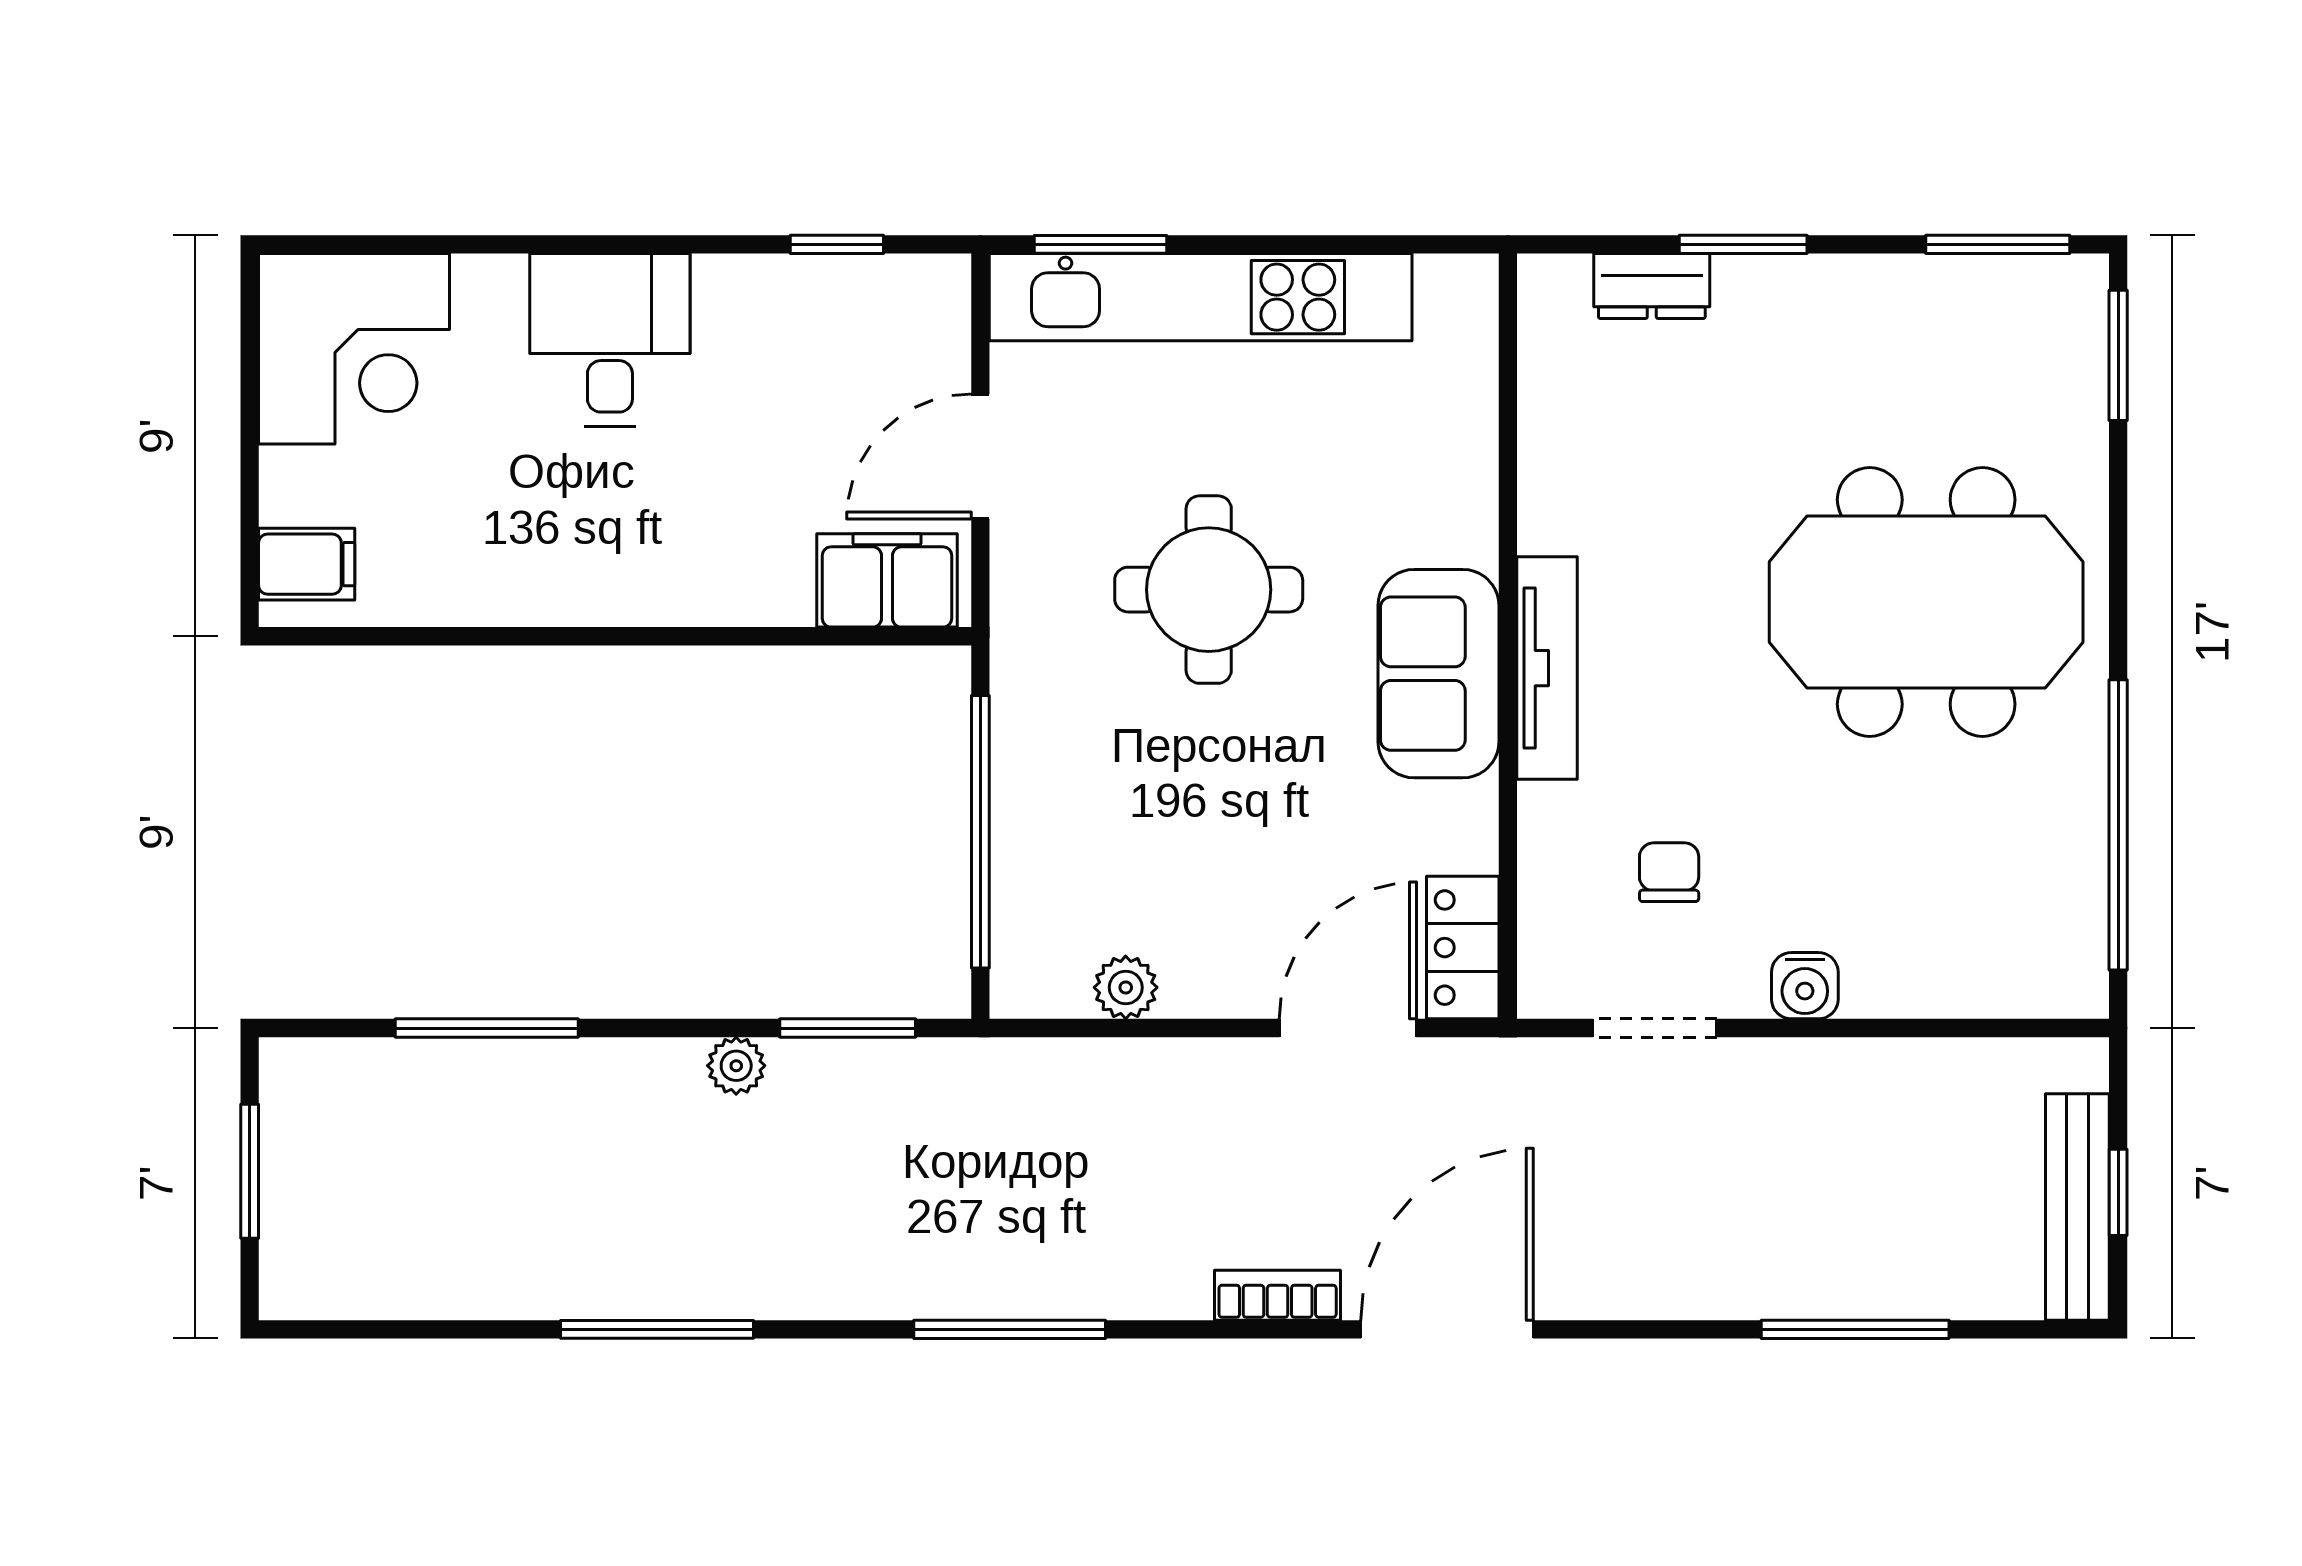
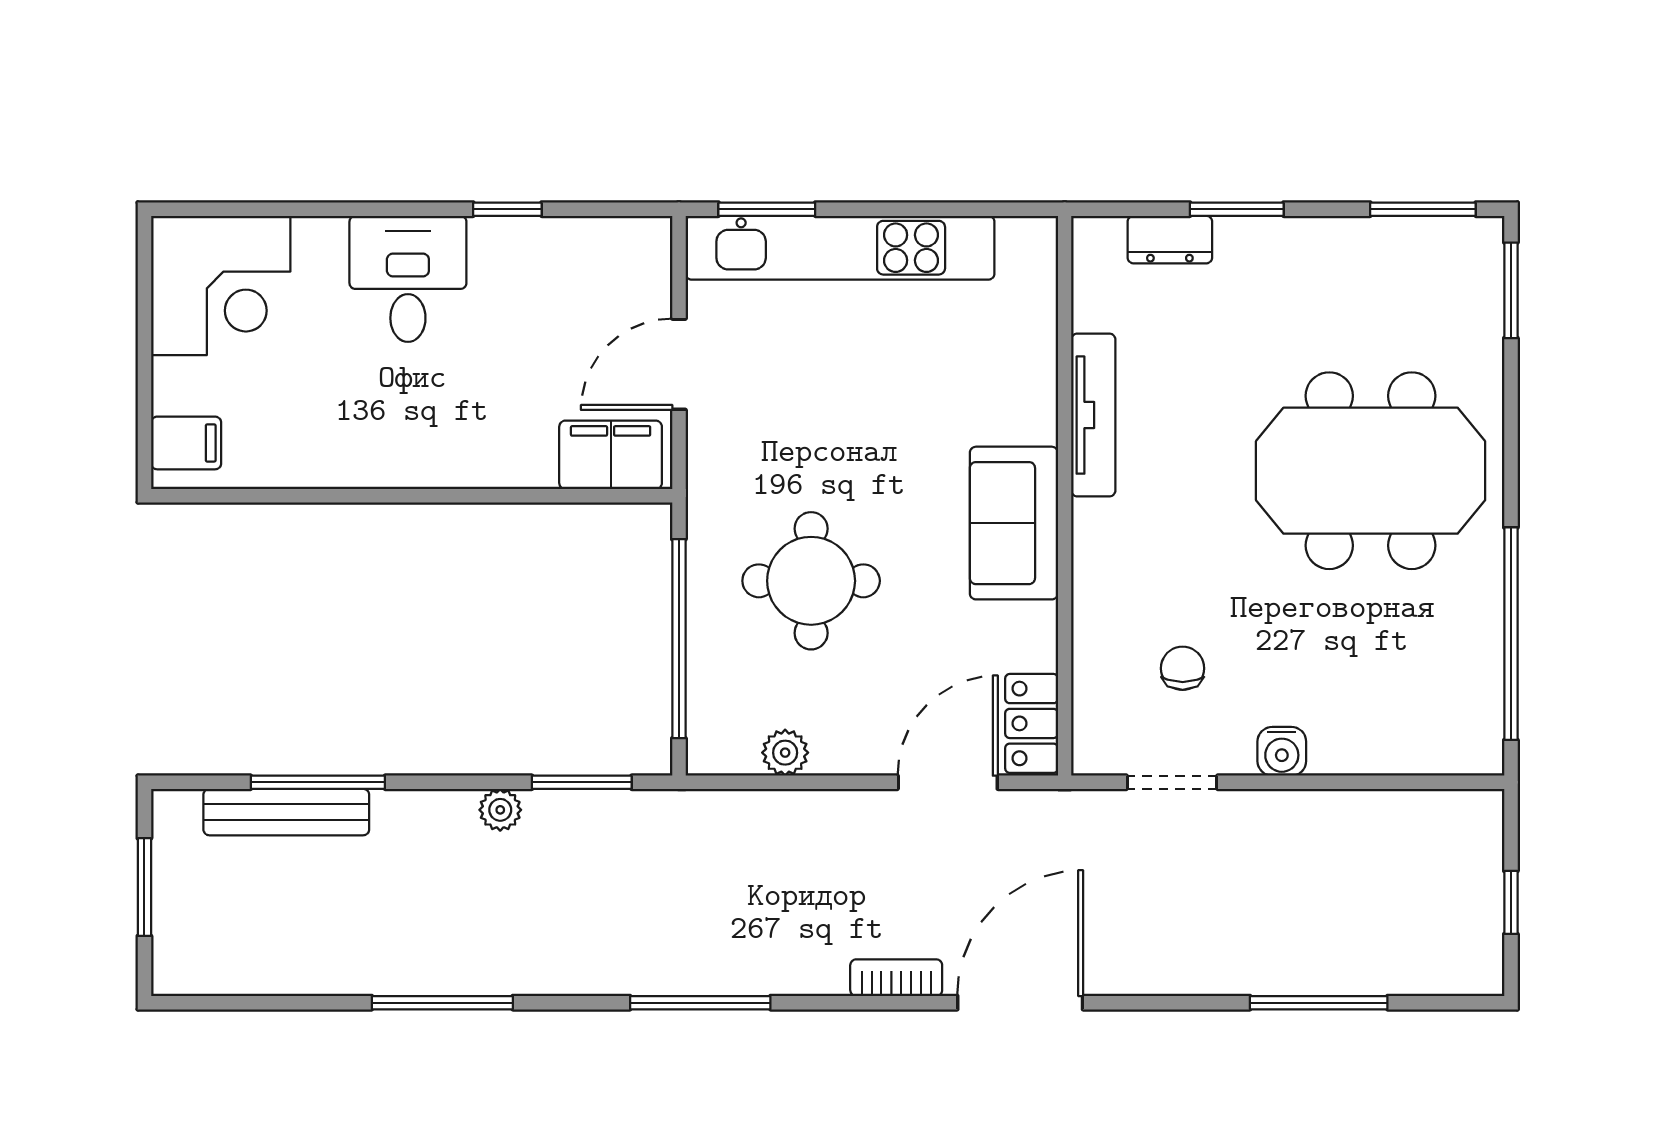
window: (837, 244) -> (507, 209), moved
round table: (1209, 590) -> (811, 581), moved
tv unit: (1547, 668) -> (1093, 415), moved
bench: (2077, 1207) -> (286, 812), moved, turned 90

